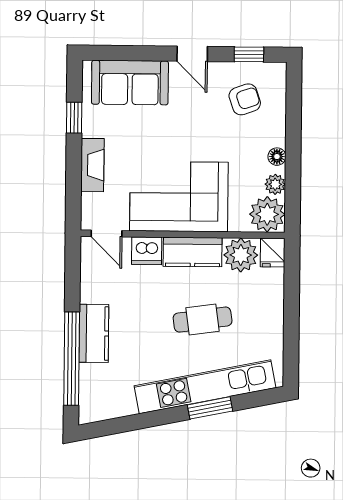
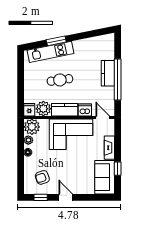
sofa: (130, 83) -> (105, 177), moved, turned -90
window: (72, 359) -> (118, 80), moved
kitchen unit: (205, 387) -> (50, 52), width x0.73

